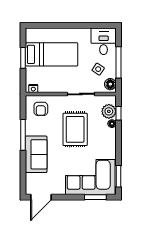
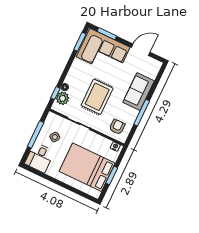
bed: (52, 54) -> (87, 167), width x1.50
floor lamp: (110, 84) -> (51, 120), removed
door: (41, 197) -> (141, 50), moved

